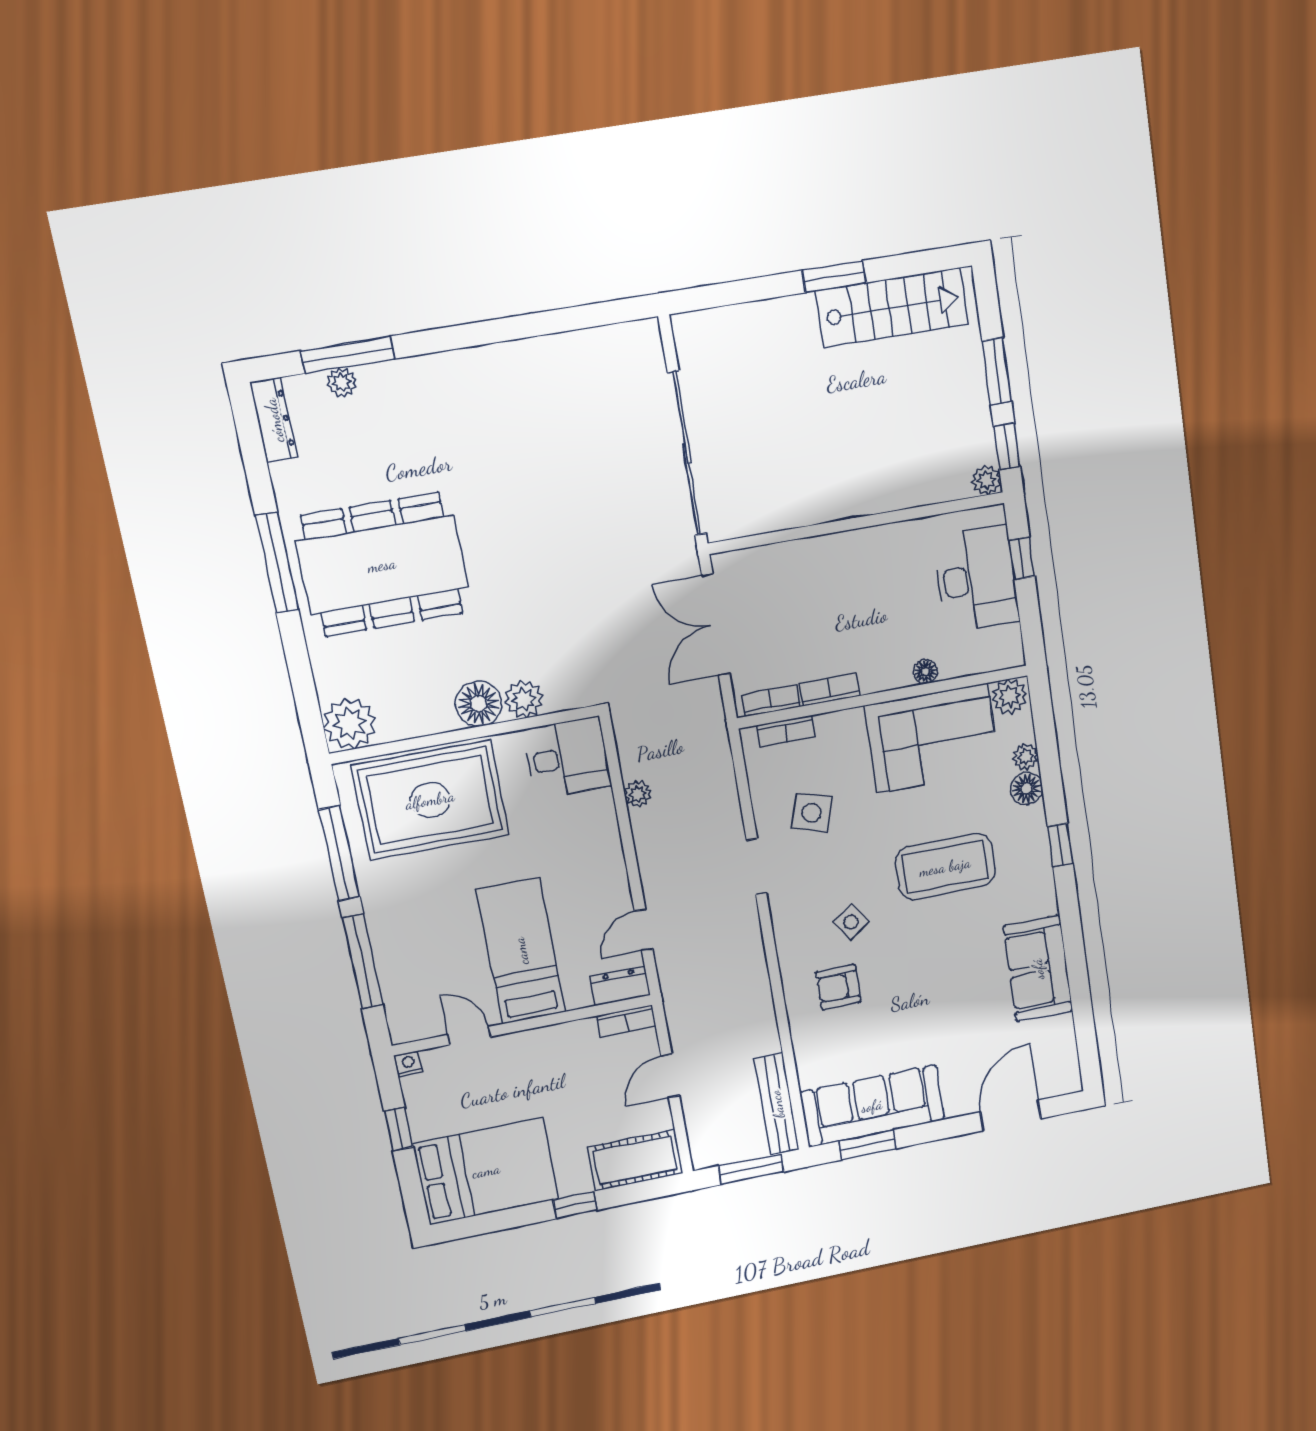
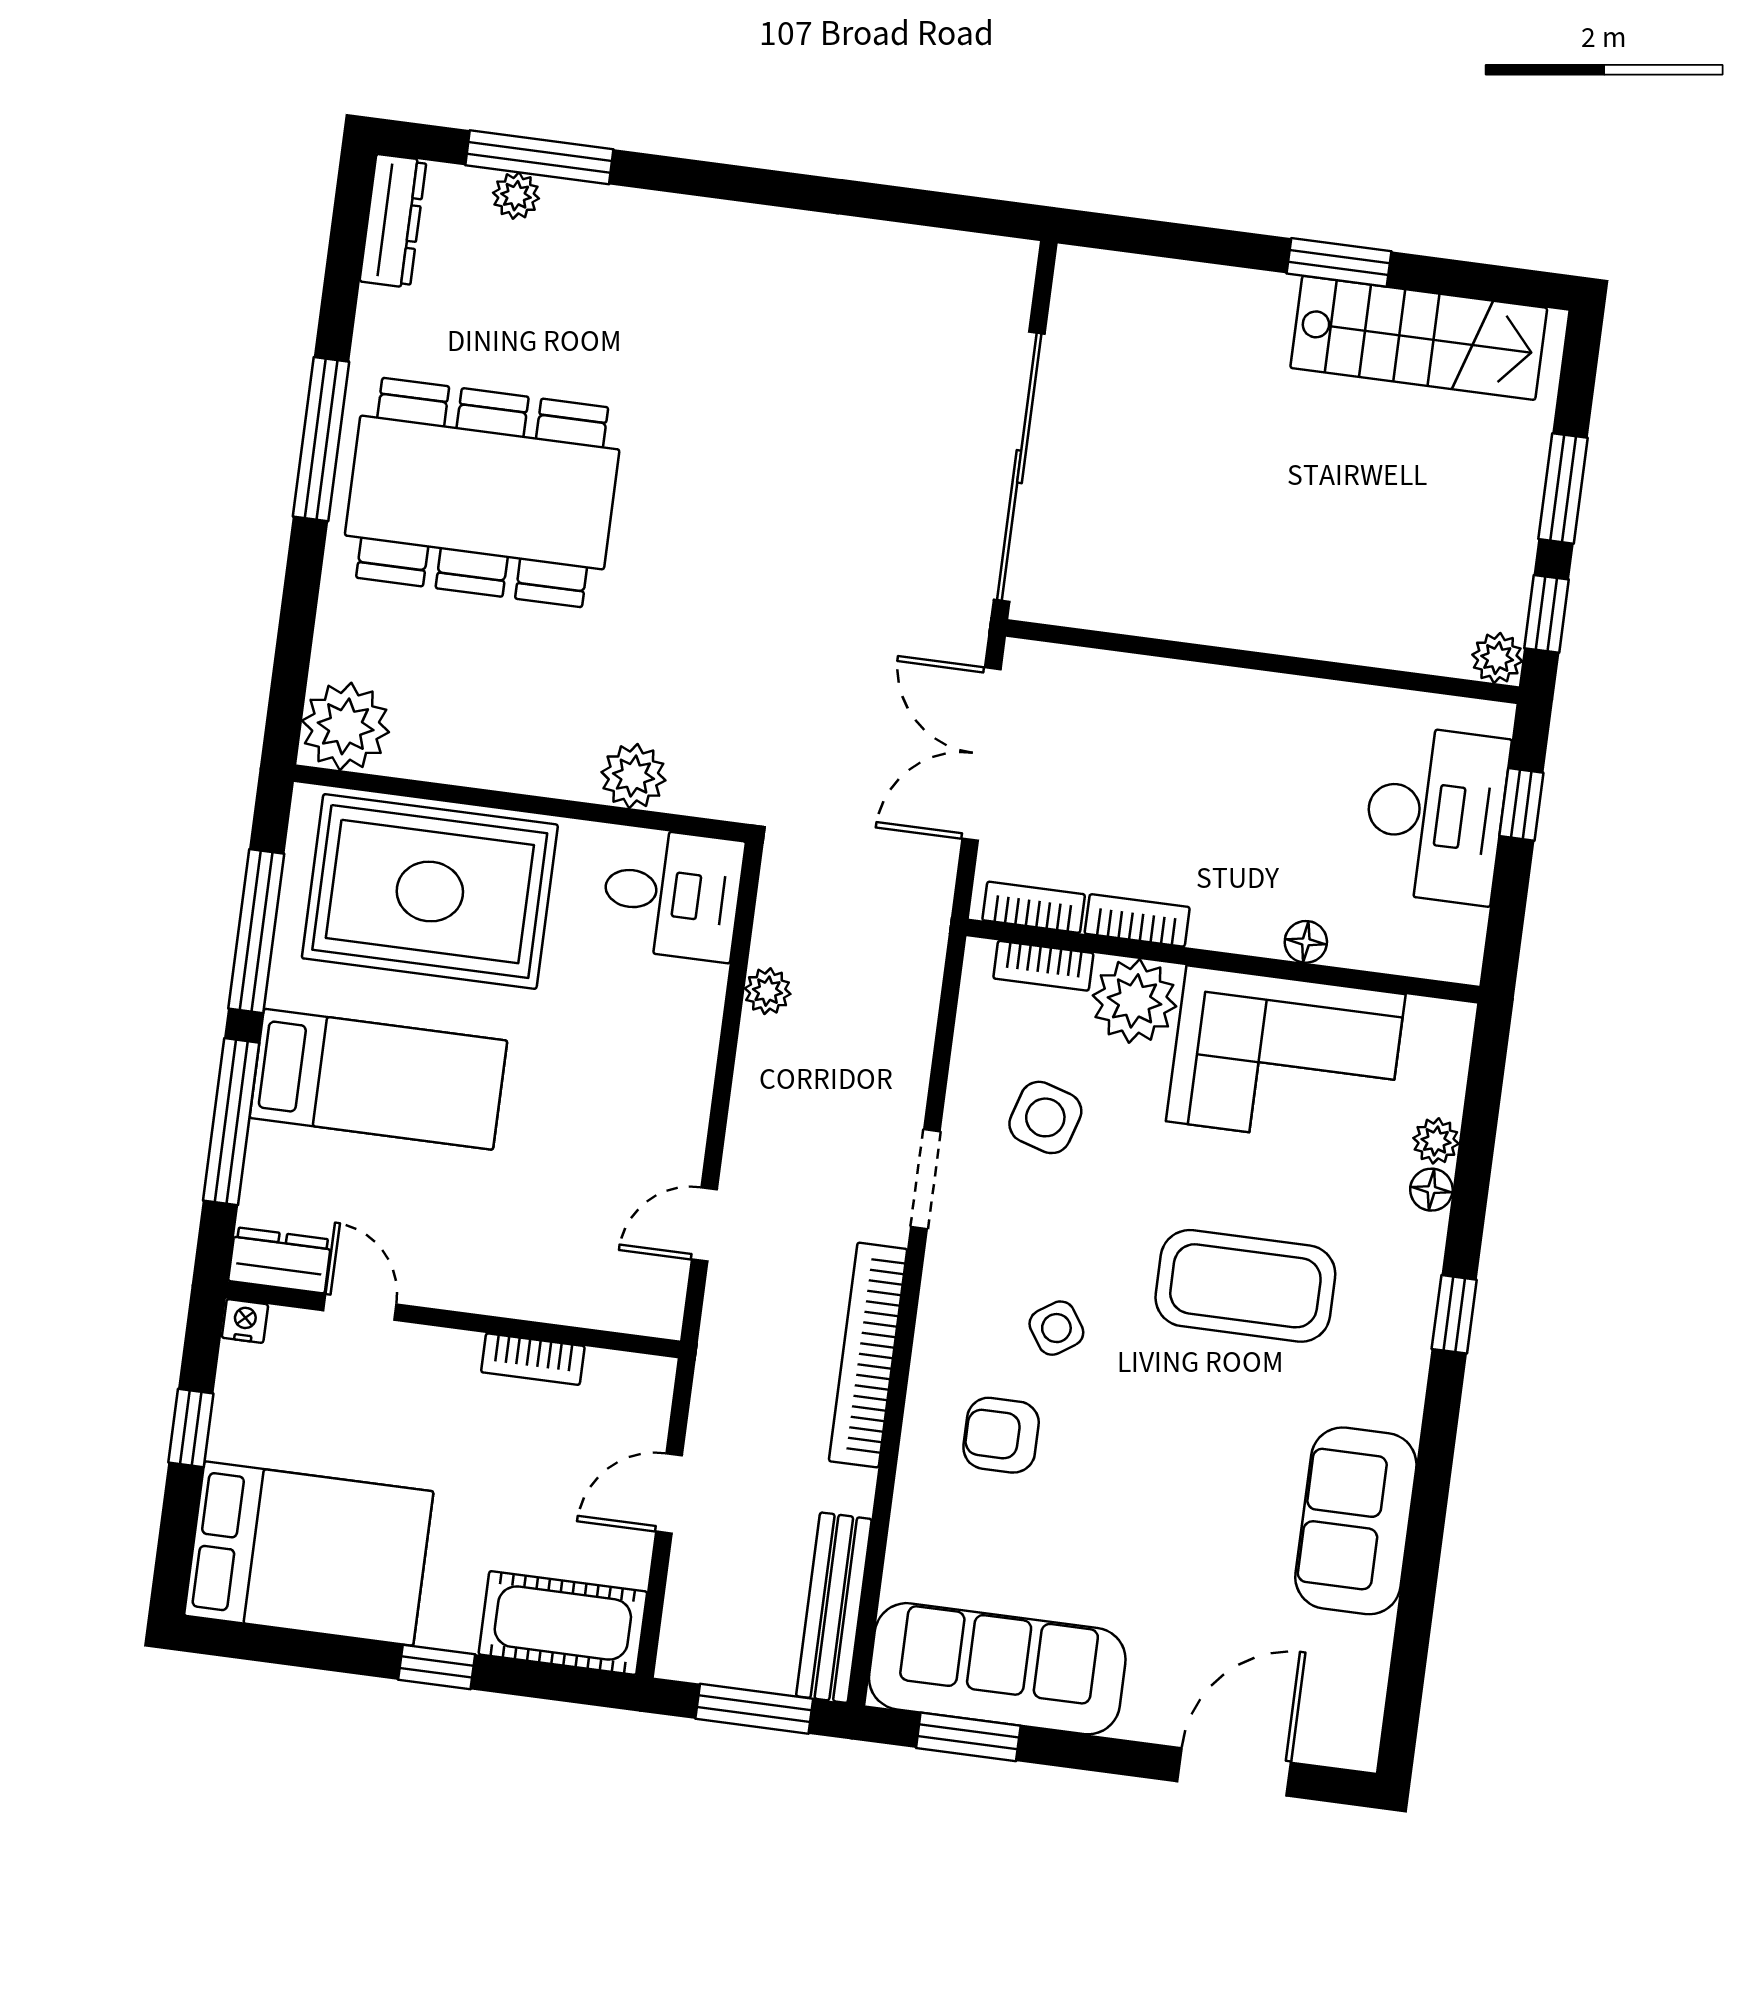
plant: (1010, 697) -> (1134, 1001), moved, width x1.36, depth x1.36
floor lamp: (479, 704) -> (559, 760), removed
floor lamp: (1027, 788) -> (1431, 1190), width x0.73, depth x0.73
bed: (521, 951) -> (378, 1079), moved, turned 90
bookcase: (754, 969) -> (868, 1355), added
dresser: (620, 986) -> (280, 1260), moved
bookcase: (626, 1021) -> (533, 1359), moved

